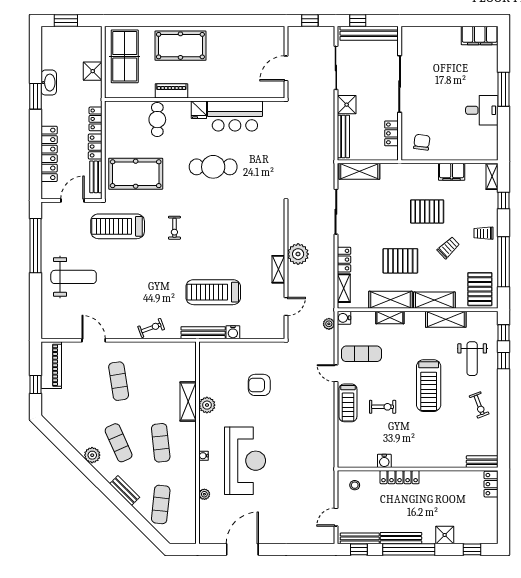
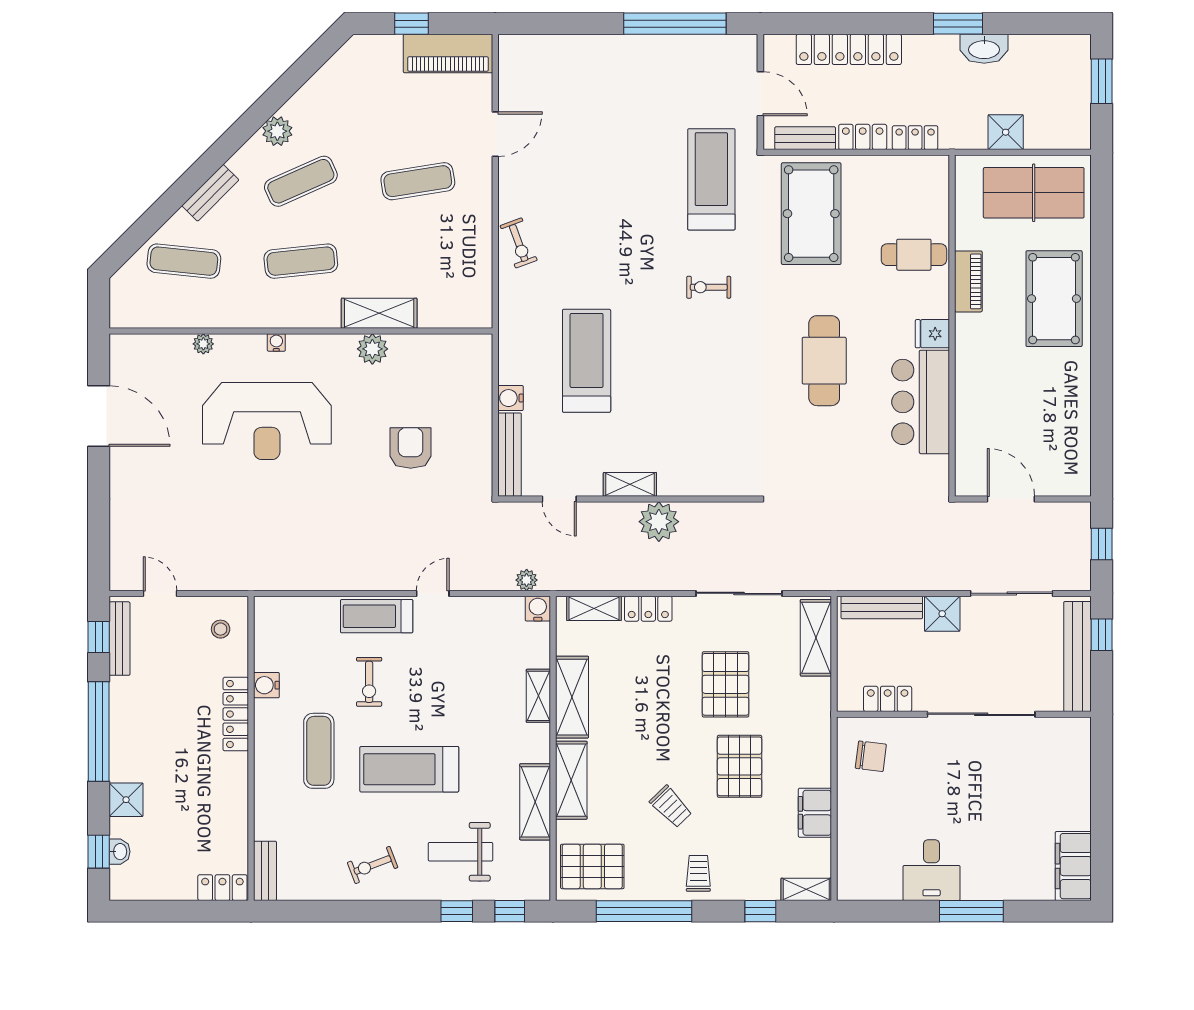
pallet: (400, 261) -> (726, 684), moved
weight bench: (74, 277) -> (615, 96), removed
bench: (203, 333) -> (509, 455), moved
exercise mat: (361, 354) -> (319, 751), moved
bench: (401, 538) -> (120, 717), removed
washbasin: (472, 538) -> (120, 852), added

